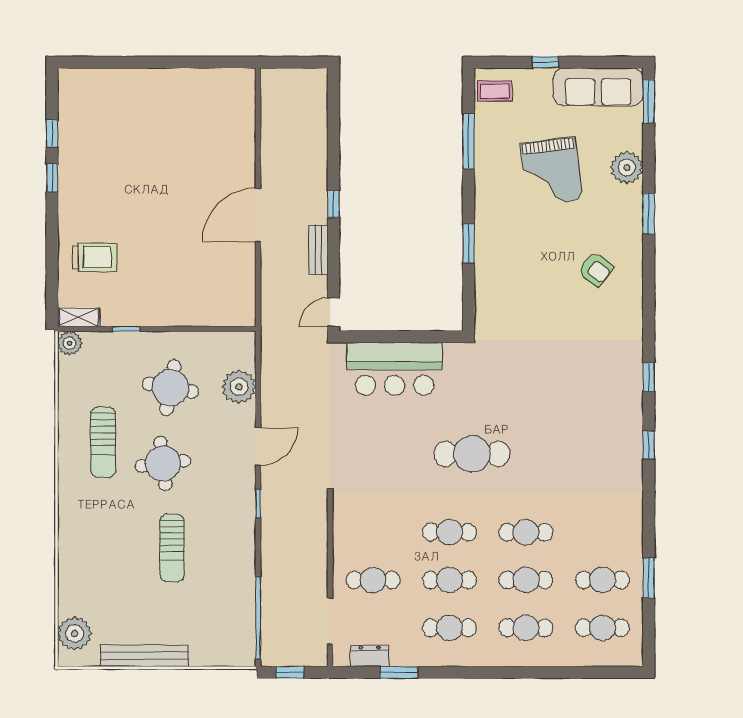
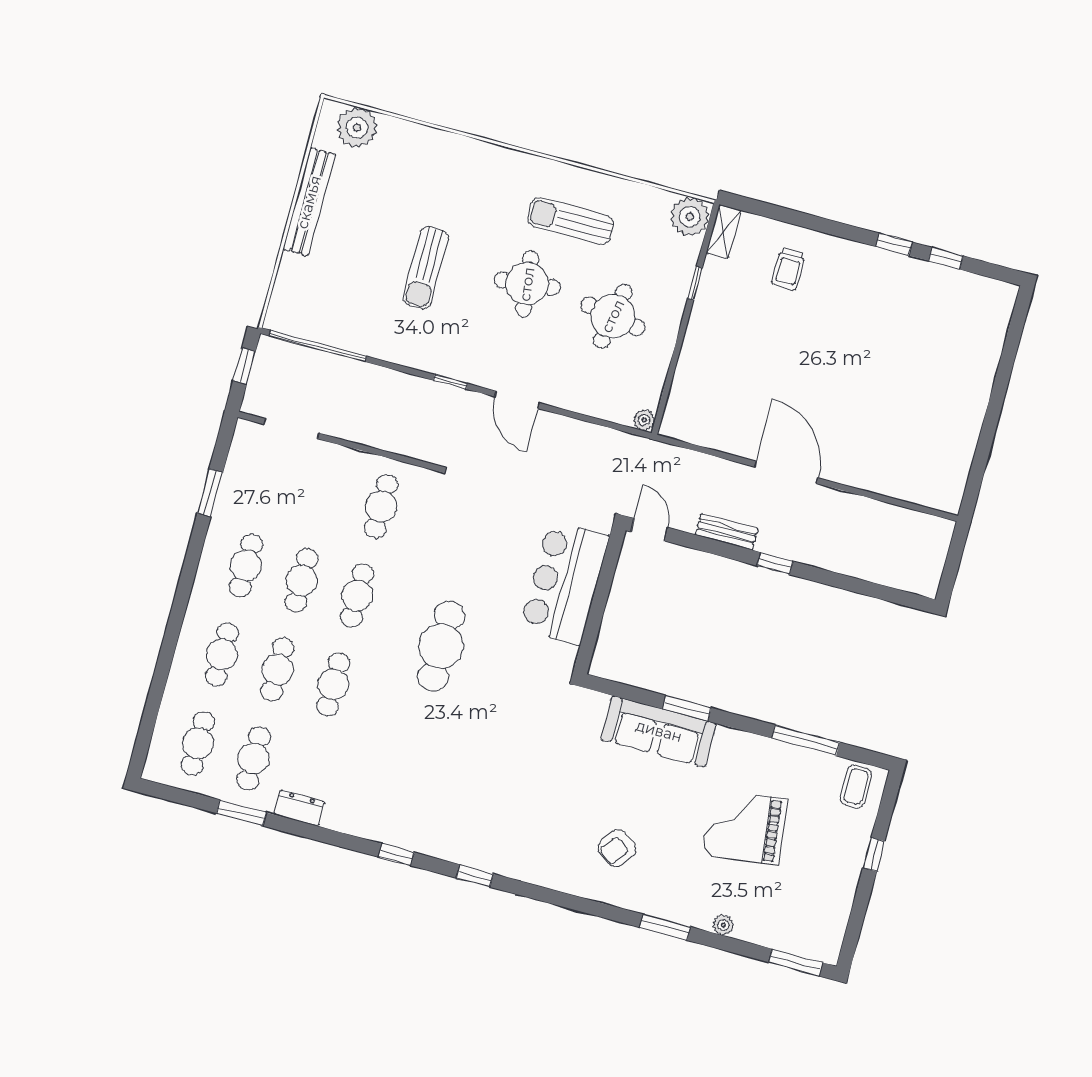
sofa: (598, 87) -> (659, 731), moved, turned -90
plant: (627, 168) -> (723, 925), width x0.53, depth x0.53
trolley: (94, 257) -> (788, 269), width x0.73, depth x0.72
plant: (70, 343) -> (690, 217), width x1.36, depth x1.36
plant: (239, 387) -> (644, 420), moved, width x0.53, depth x0.53
sun lounger: (172, 548) -> (426, 268), turned -90
cafe table: (373, 580) -> (381, 506), moved
dresser: (370, 656) -> (299, 808), moved, turned -90

